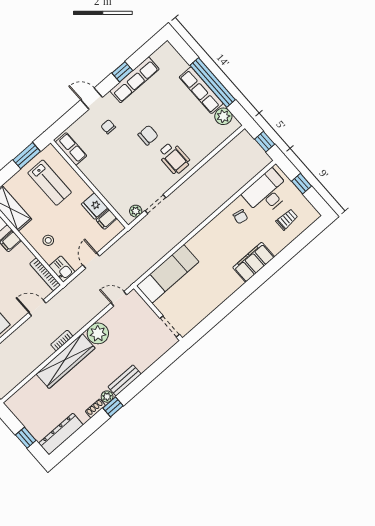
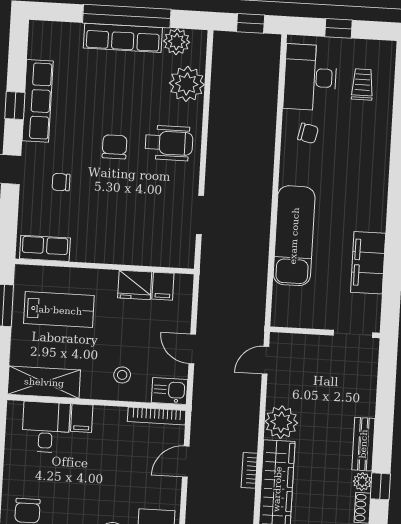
plant: (136, 211) -> (187, 84), moved, width x1.88, depth x1.88
filing cabinet: (254, 262) -> (368, 263), moved
exam couch: (168, 274) -> (294, 236), moved

